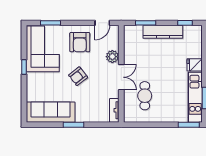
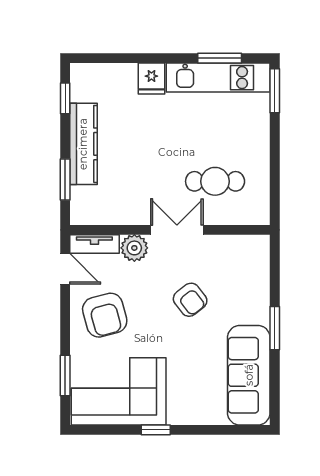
armchair: (80, 42) -> (105, 315), turned 75
armchair: (78, 76) -> (190, 300), moved
tv unit: (114, 110) -> (94, 244), moved

